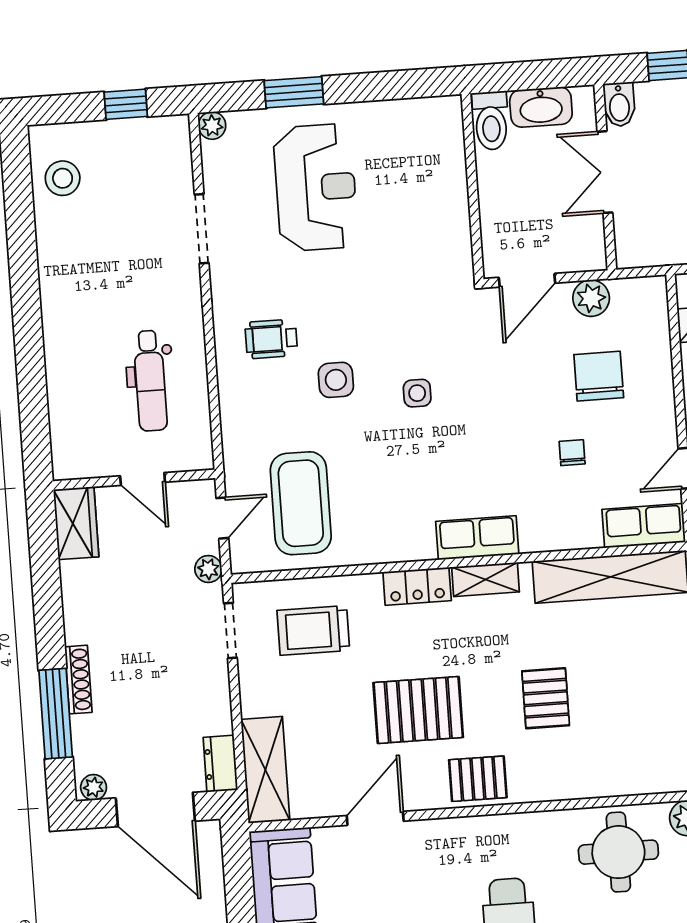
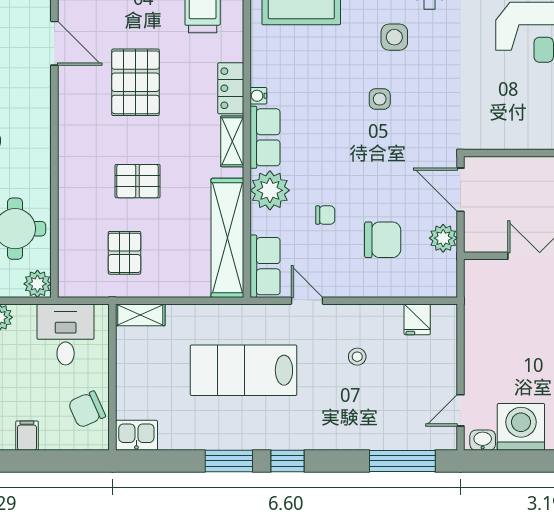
plant: (545, 526) -> (270, 190), added
water cooler: (424, 550) -> (258, 96), added
pallet: (478, 779) -> (124, 253), moved

